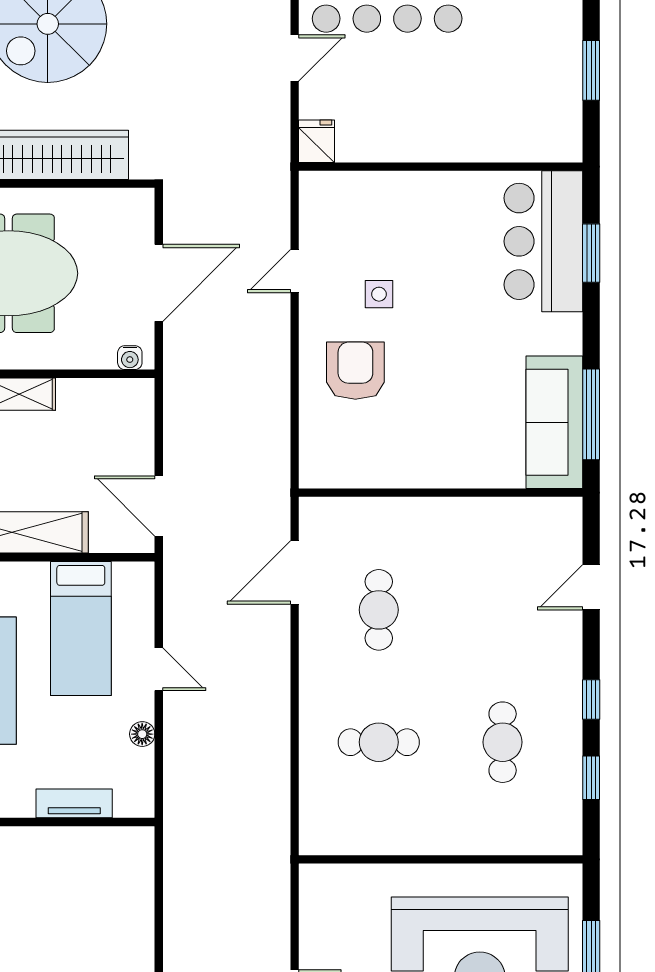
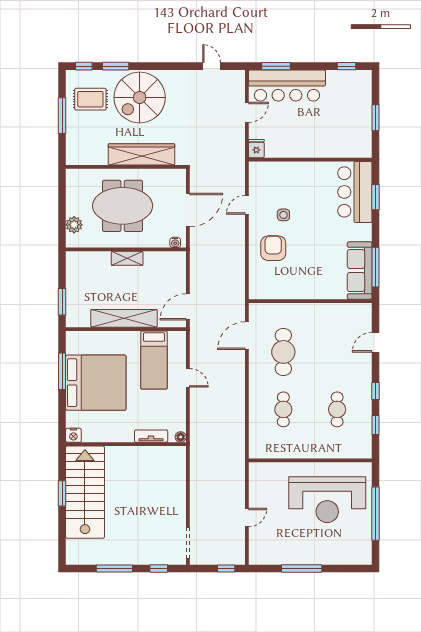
door: (159, 506) -> (188, 307), hinge flipped
cafe table: (379, 610) -> (283, 352), width x1.37, depth x1.35
floor lamp: (142, 734) -> (181, 437), moved
cafe table: (379, 742) -> (283, 409), turned 90

